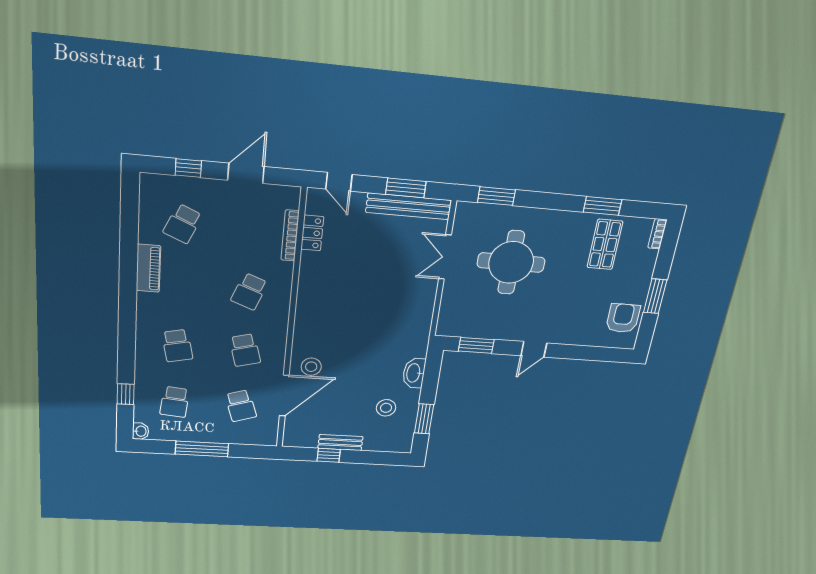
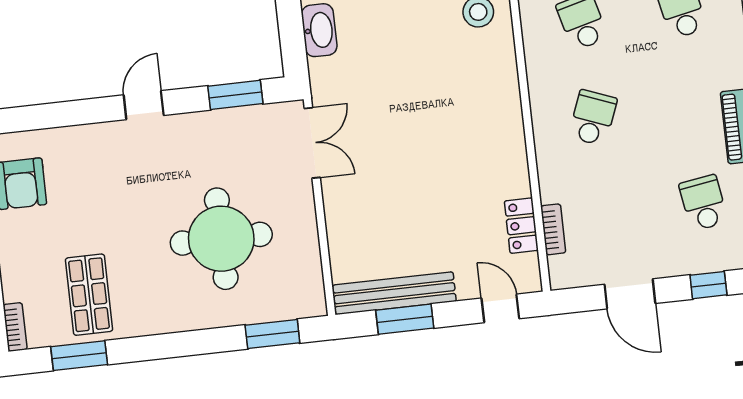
door: (246, 173) -> (630, 294), hinge flipped
window: (603, 206) -> (79, 356), moved
school desk: (183, 224) -> (703, 203), turned -33
bookcase: (290, 236) -> (553, 229), width x0.64
double door: (445, 257) -> (312, 143), moved

